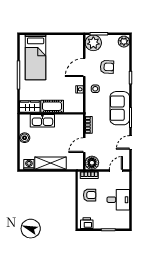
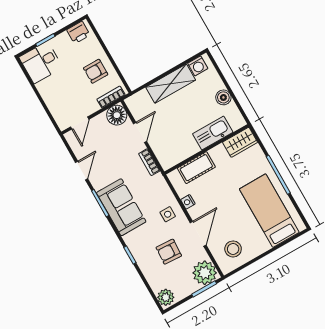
stool: (69, 47) -> (233, 249), added
cot: (52, 106) -> (196, 168), moved
desk: (118, 200) -> (41, 62), moved

